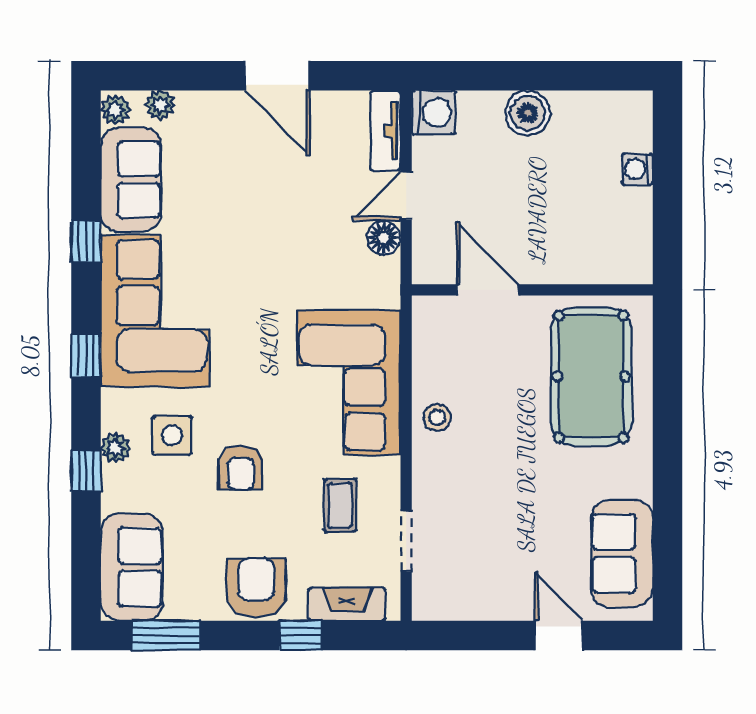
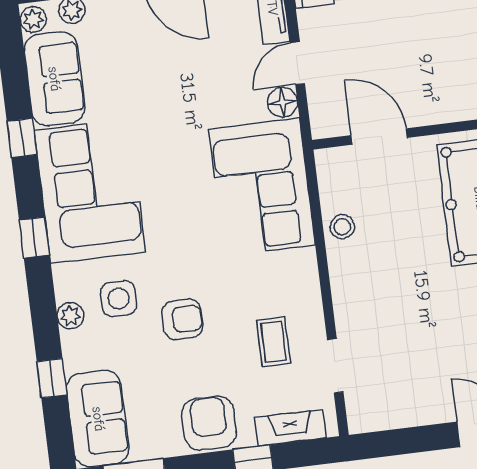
corner sofa: (349, 383) -> (262, 187), moved
stool: (437, 417) -> (342, 227), moved
armchair: (241, 468) -> (182, 319), turned -90
window: (86, 471) -> (52, 378), moved

